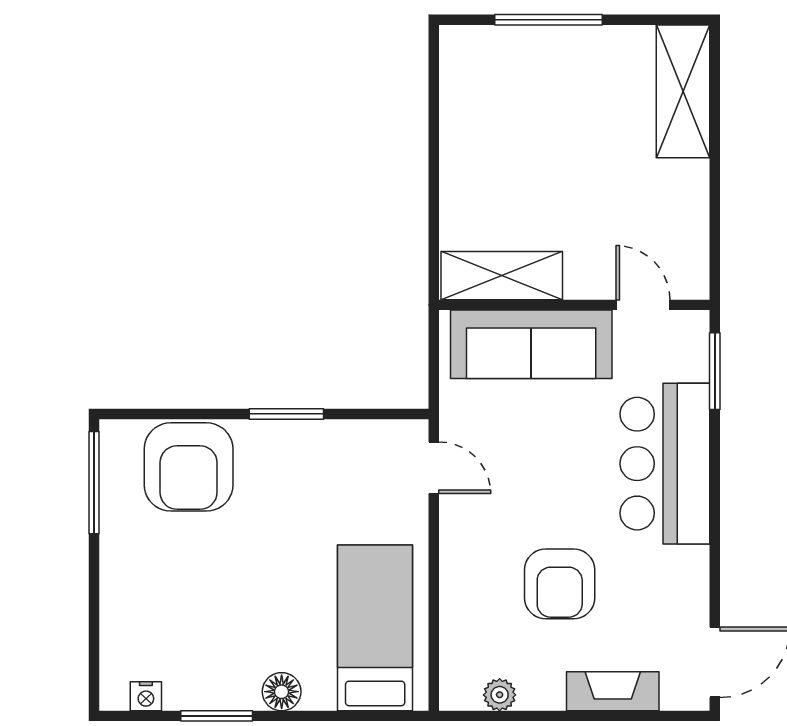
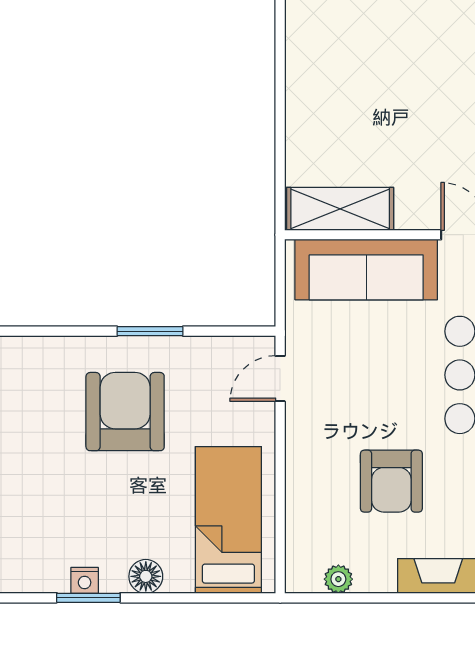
armchair: (189, 467) -> (125, 412), moved, turned 180
door: (434, 468) -> (280, 379), swing flipped
nightstand: (146, 696) -> (85, 580), moved

